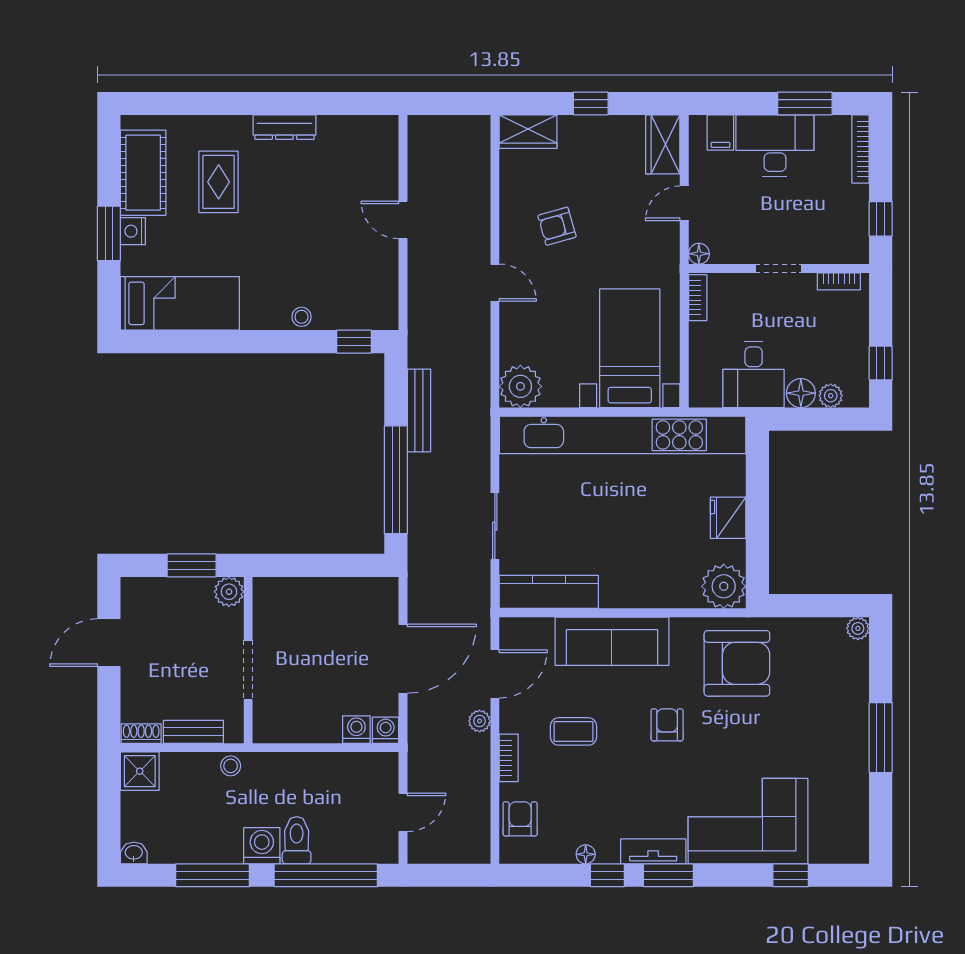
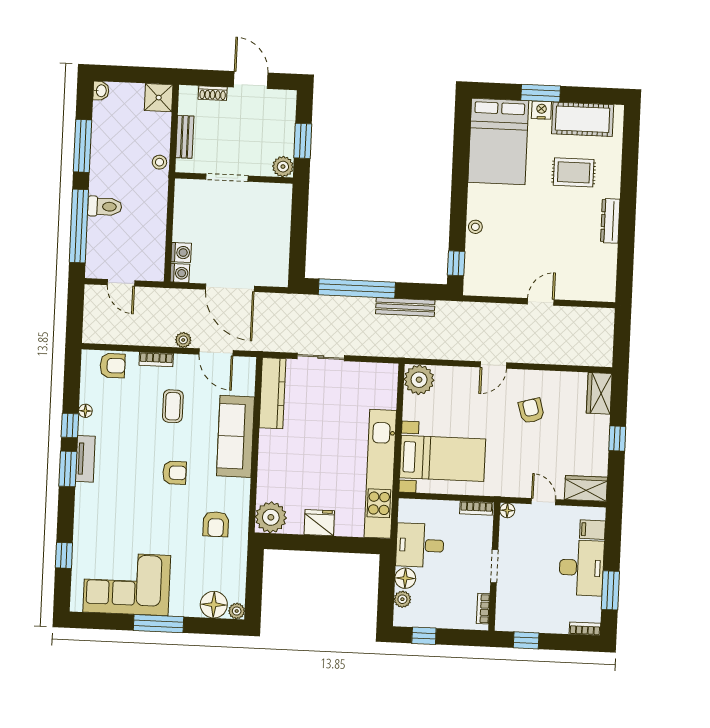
bookcase: (861, 149) -> (585, 629), width x0.64
bed: (180, 303) -> (498, 142), width x1.50
kitchen unit: (623, 435) -> (380, 474), width x0.73
floor lamp: (850, 661) -> (214, 605), added
armchair: (737, 663) -> (216, 524), width x0.53, depth x0.53
shoe rack: (141, 734) -> (213, 93), moved, turned 90
corner sofa: (748, 821) -> (127, 584), moved, turned -90
washing machine: (262, 846) -> (102, 182), removed

